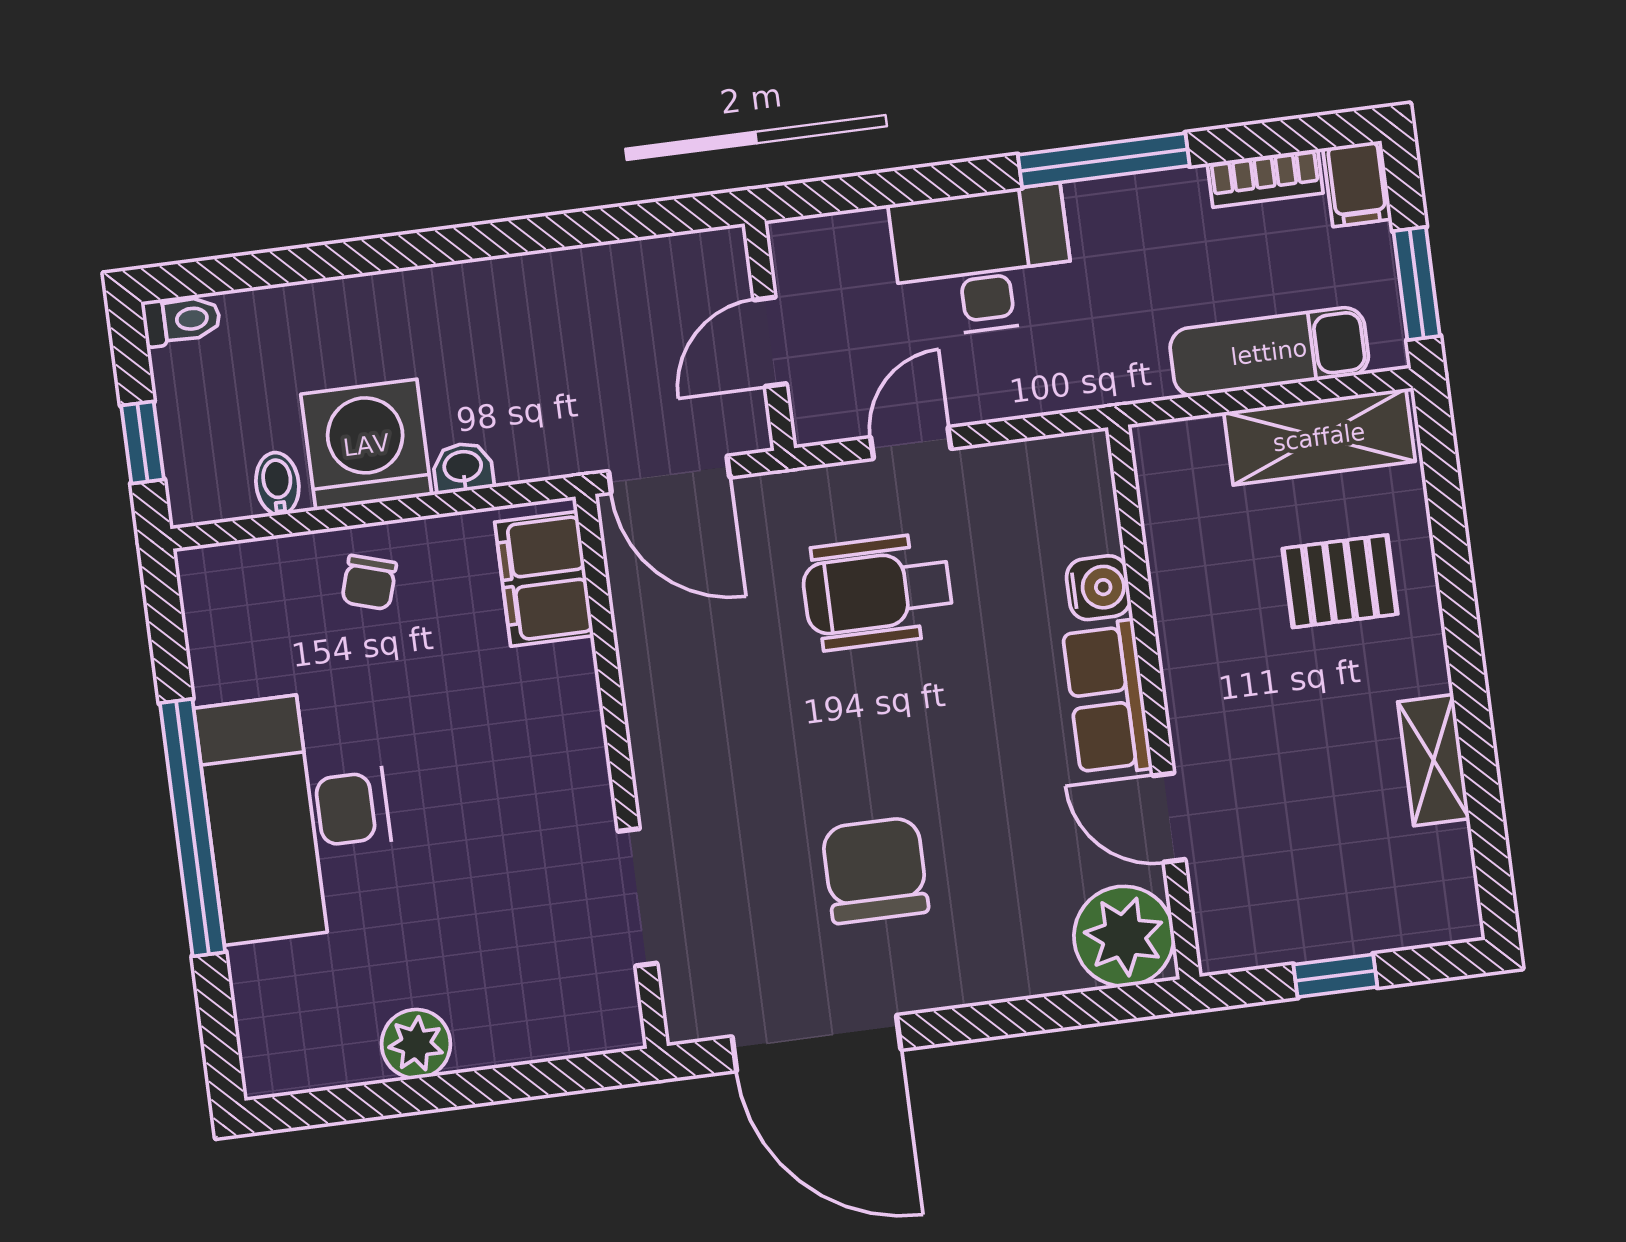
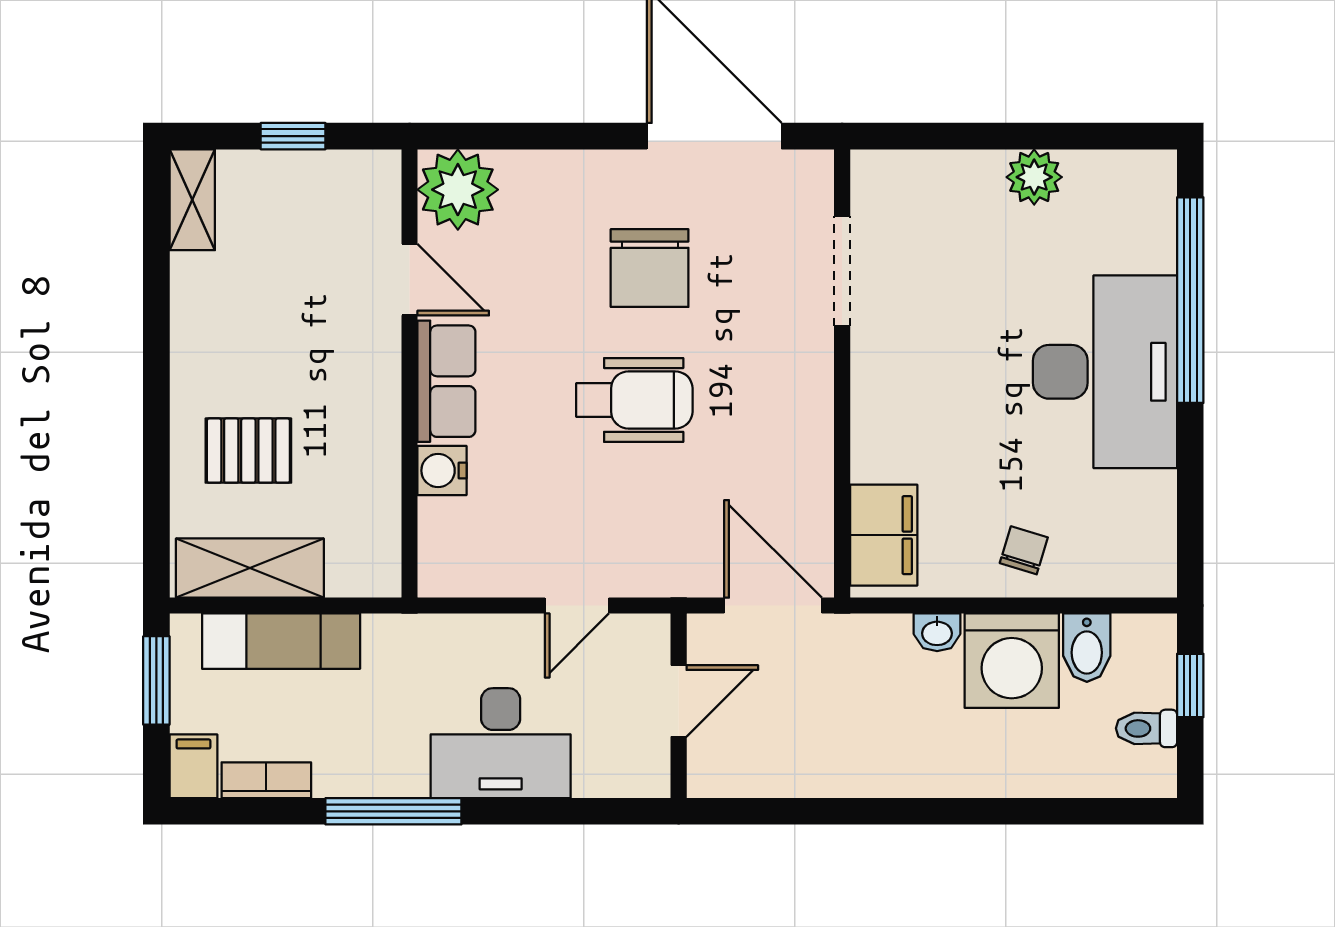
toilet: (181, 320) -> (1147, 728), moved
bidet: (277, 484) -> (1087, 648), width x1.38, depth x1.36
wheelchair: (877, 592) -> (634, 400), moved
shelving: (1434, 760) -> (192, 200), moved
window: (192, 828) -> (1190, 300), moved

